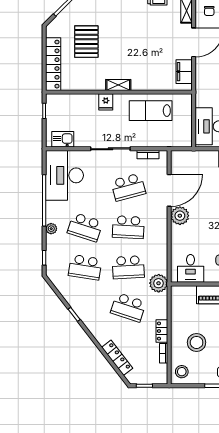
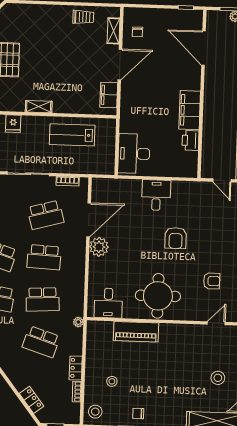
fridge: (106, 102) -> (13, 124), moved
plant: (159, 283) -> (78, 322), width x0.53, depth x0.53
stool: (197, 342) -> (112, 381), width x0.53, depth x0.53
locker: (117, 358) -> (31, 400), width x0.66

